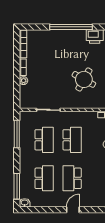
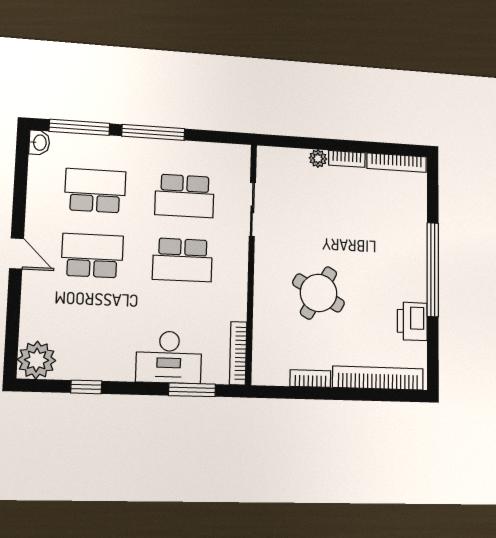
window: (17, 134) -> (153, 132), moved
school desk: (44, 178) -> (95, 191), turned 180

